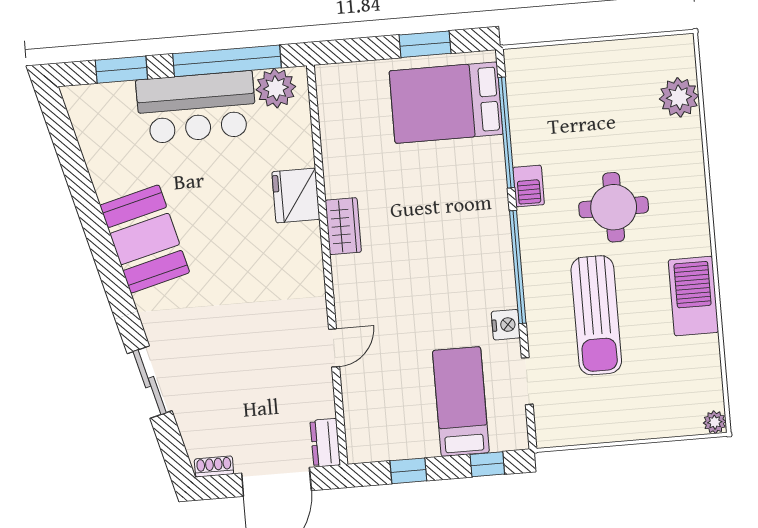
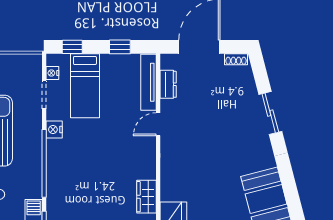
tv unit: (356, 416) -> (149, 82), added
nightstand: (517, 418) -> (52, 73), added
dresser: (325, 443) -> (168, 84), moved

